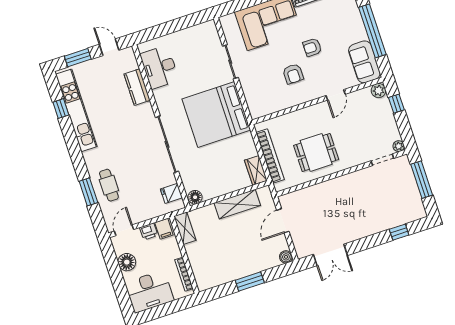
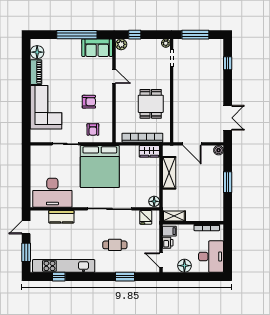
armchair: (312, 47) -> (93, 129), moved
desk: (159, 67) -> (52, 193), width x1.36, depth x1.30
cafe table: (109, 185) -> (115, 245), moved

